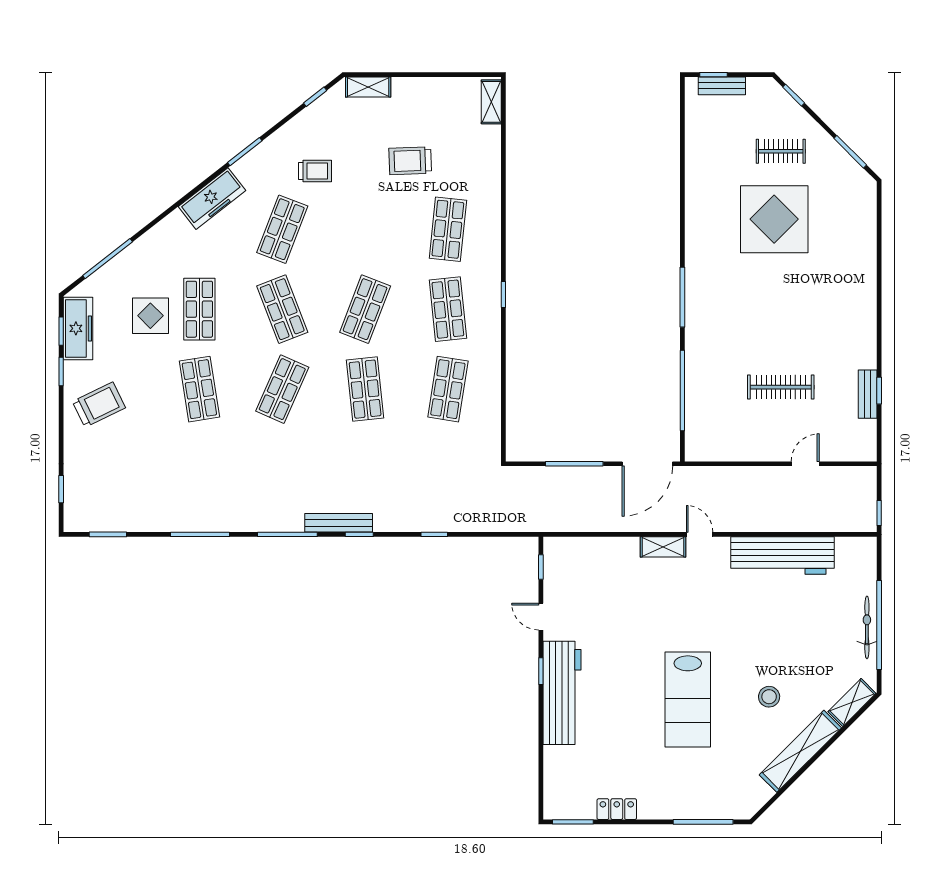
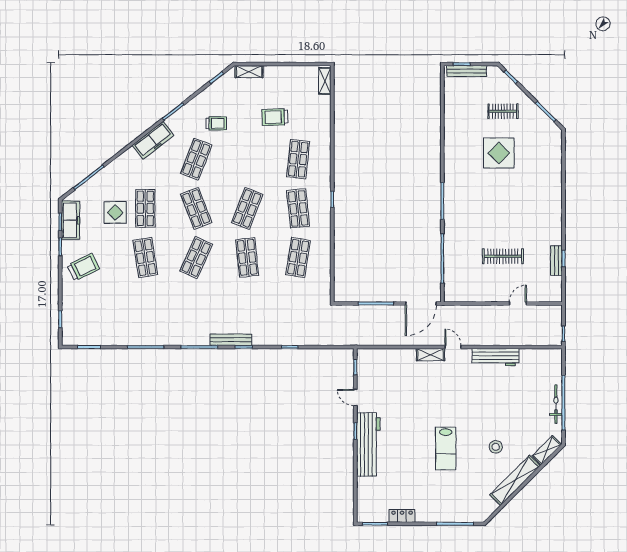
bench: (722, 86) -> (467, 71), width x1.36
display table: (774, 219) -> (499, 153), width x0.73, depth x0.73
workbench: (782, 555) -> (495, 357), width x0.73, depth x0.76
lab bench: (688, 699) -> (446, 448), width x0.73, depth x0.72

